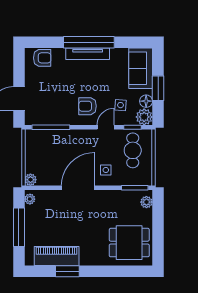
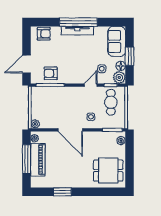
armchair: (88, 106) -> (51, 73), moved
door: (78, 188) -> (70, 130), swing flipped
piano: (57, 256) -> (38, 160), moved, turned 90

